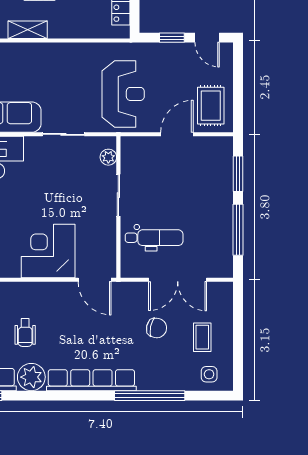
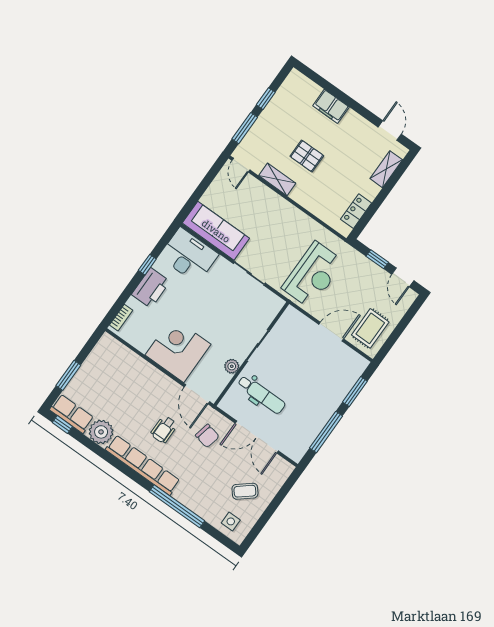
plant: (108, 157) -> (232, 366), moved
chair: (157, 328) -> (207, 436), moved
wheelchair: (25, 333) -> (164, 429), moved
coffee table: (202, 337) -> (245, 491), turned 50

